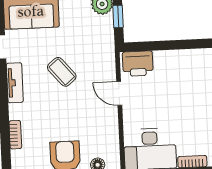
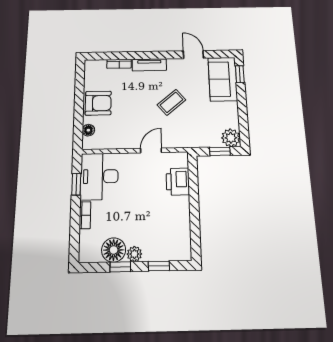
printer: (138, 64) -> (178, 182), moved
tv unit: (15, 83) -> (149, 65), moved

